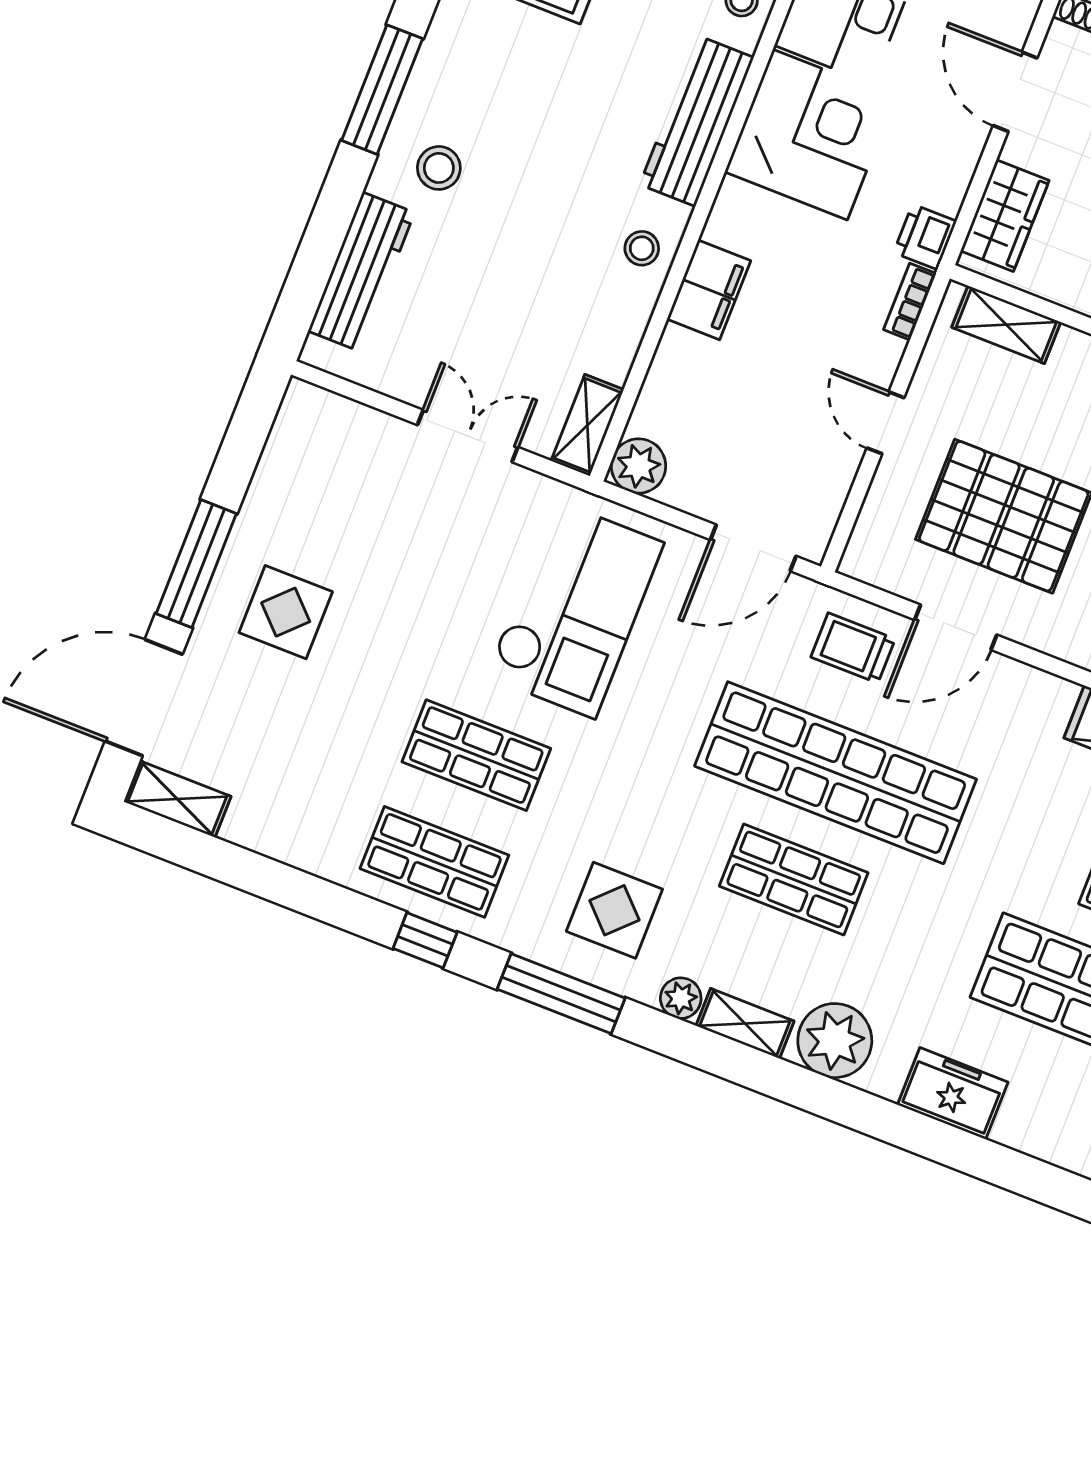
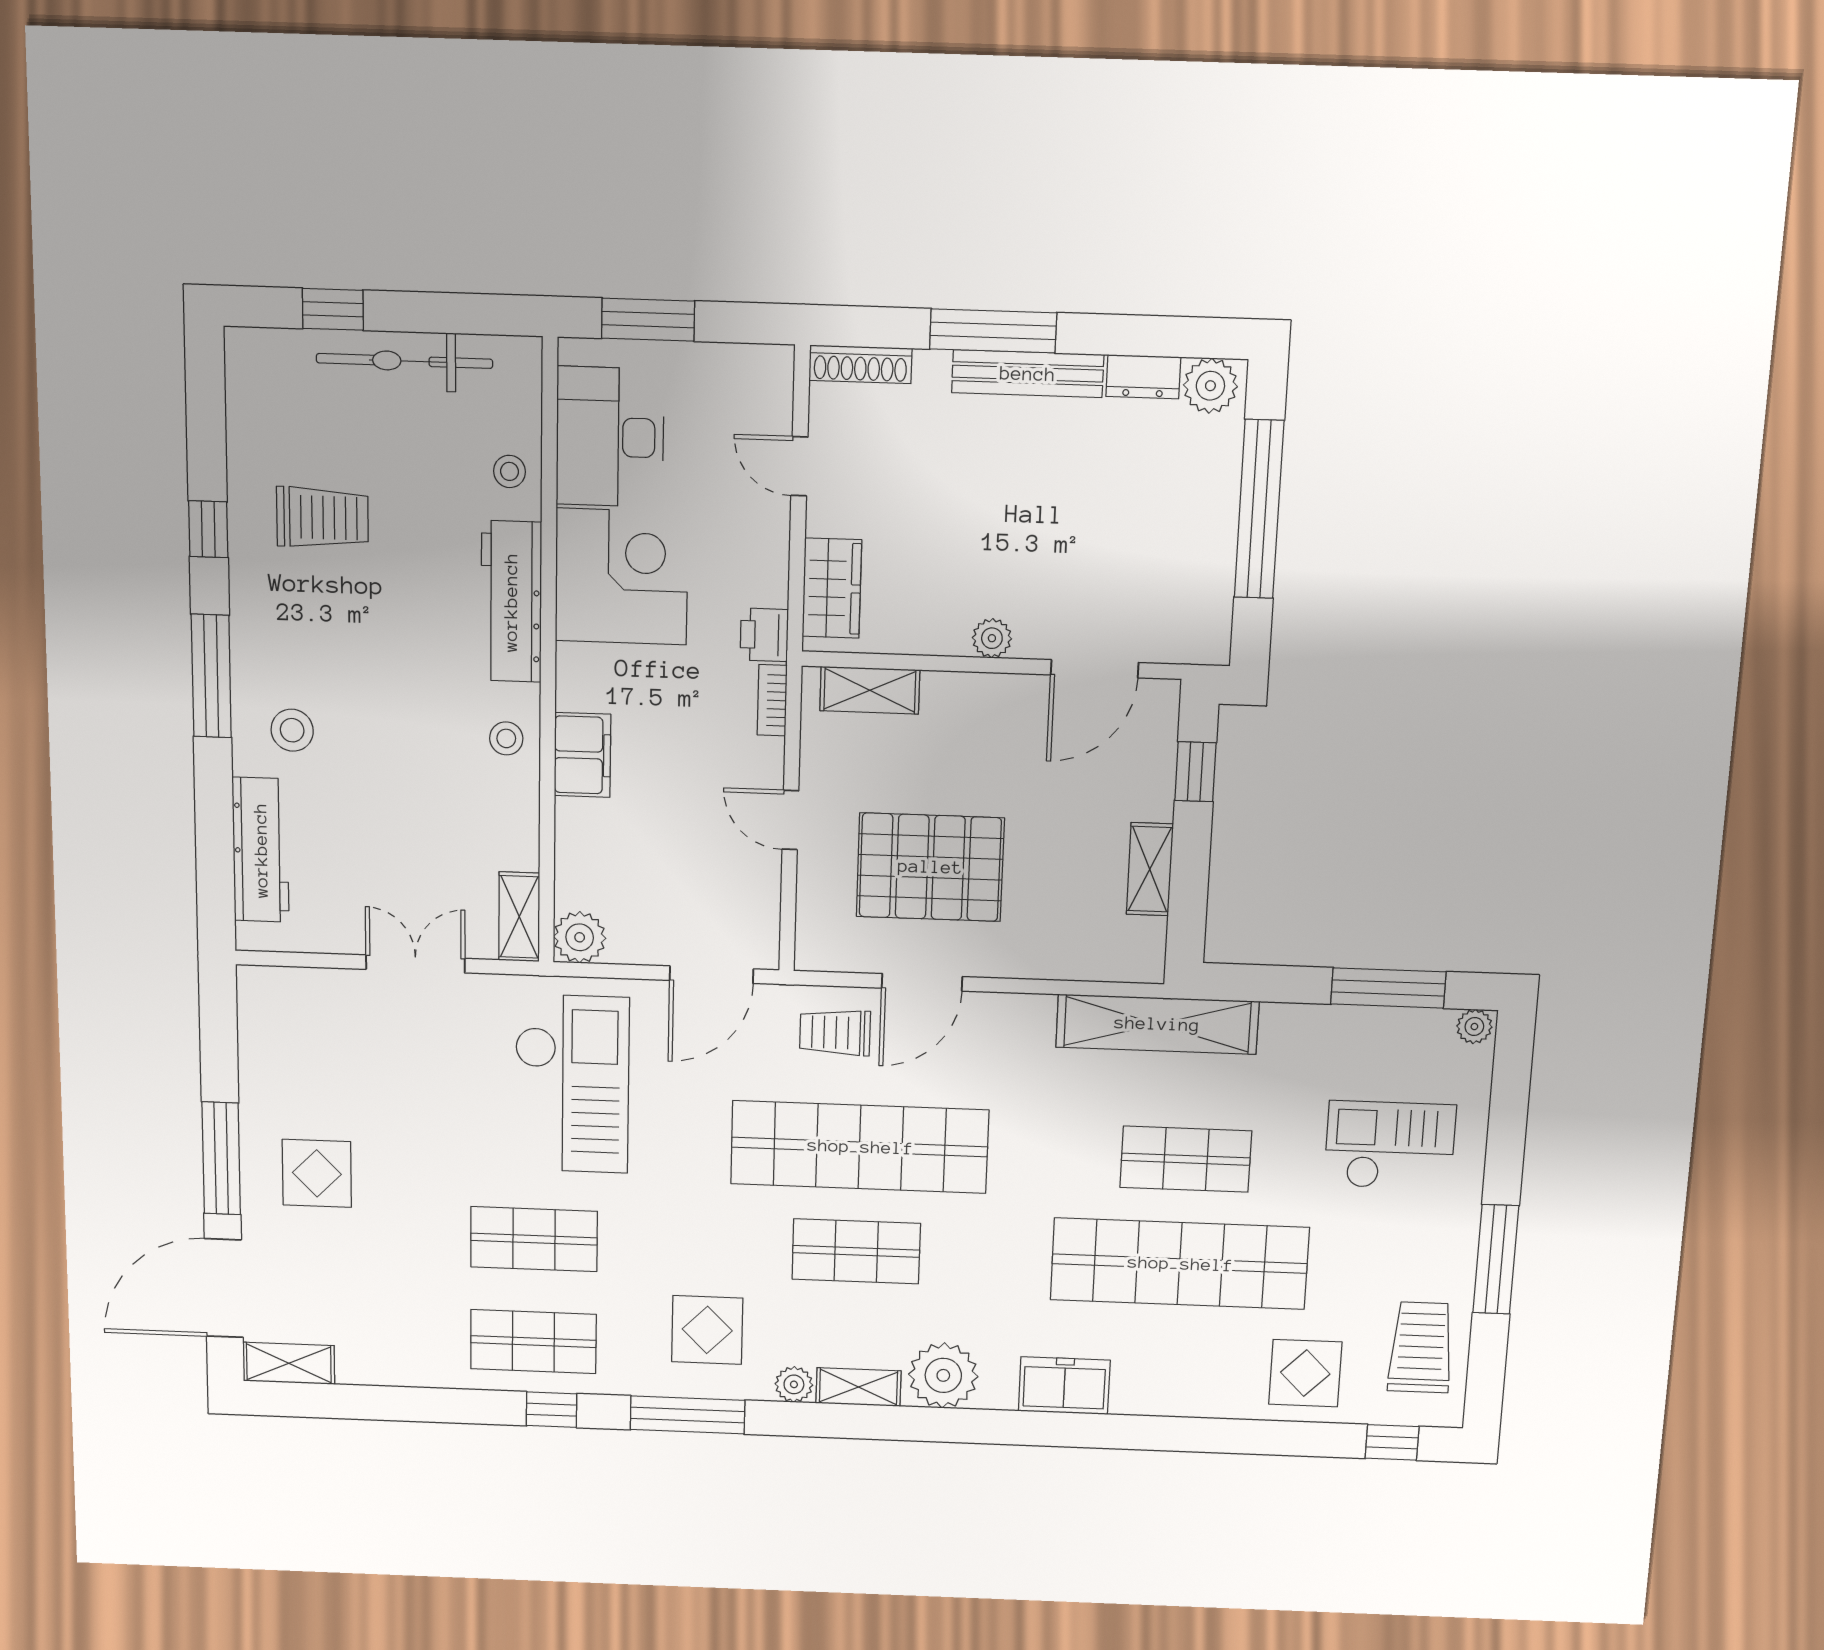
door: (1015, 92) -> (799, 466), width x0.73

